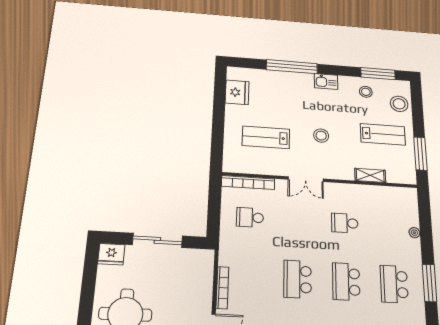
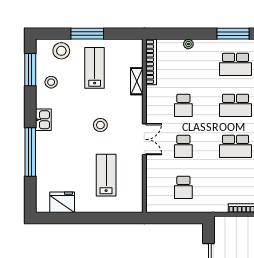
lab bench: (266, 137) -> (106, 175), turned 180
window: (420, 154) -> (87, 34), moved
bookcase: (248, 183) -> (151, 62), moved
school desk: (298, 220) -> (183, 146), added

